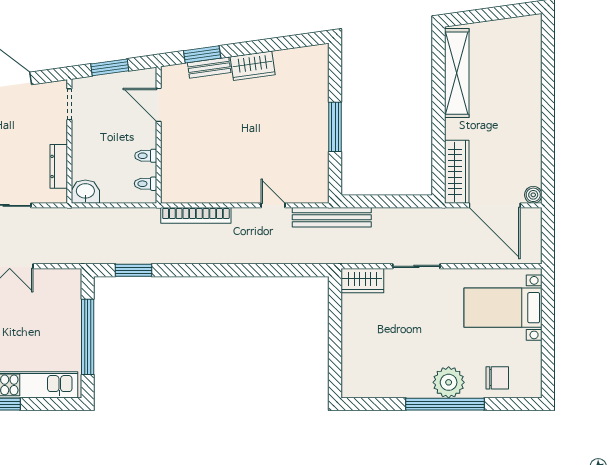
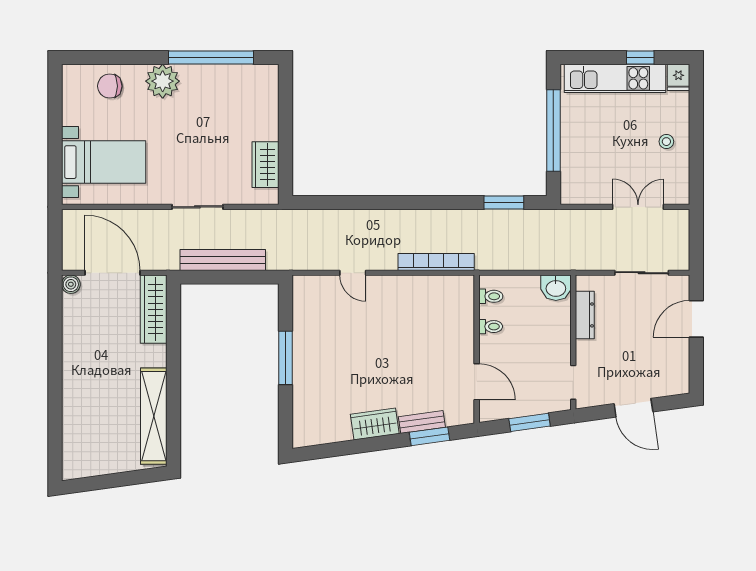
bench: (332, 217) -> (223, 260), moved
wardrobe: (362, 281) -> (266, 165), moved, turned -90
window: (445, 404) -> (211, 58), moved

